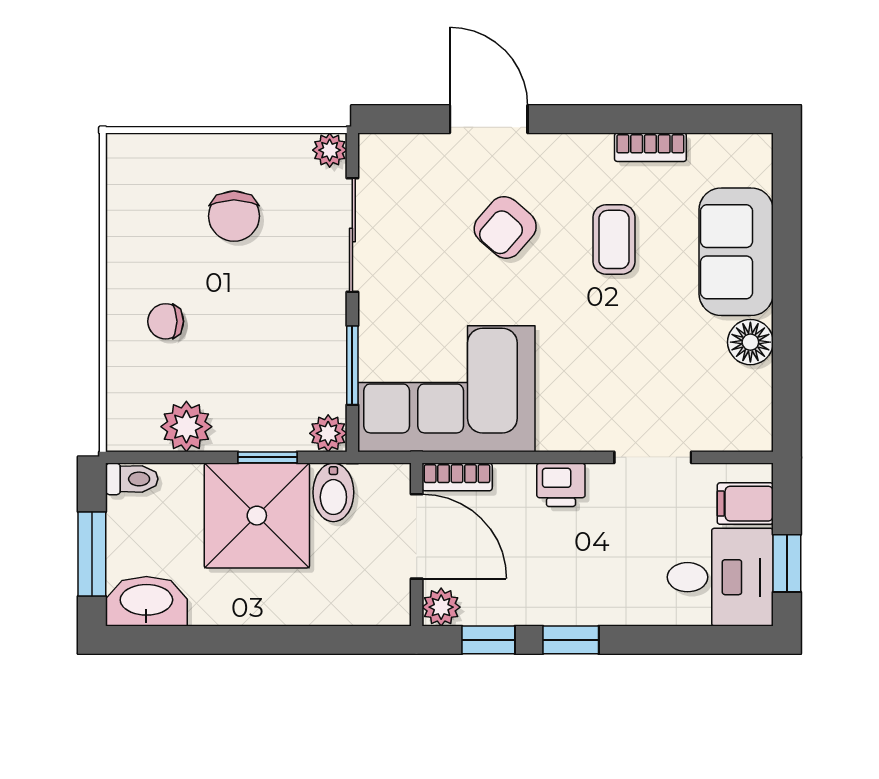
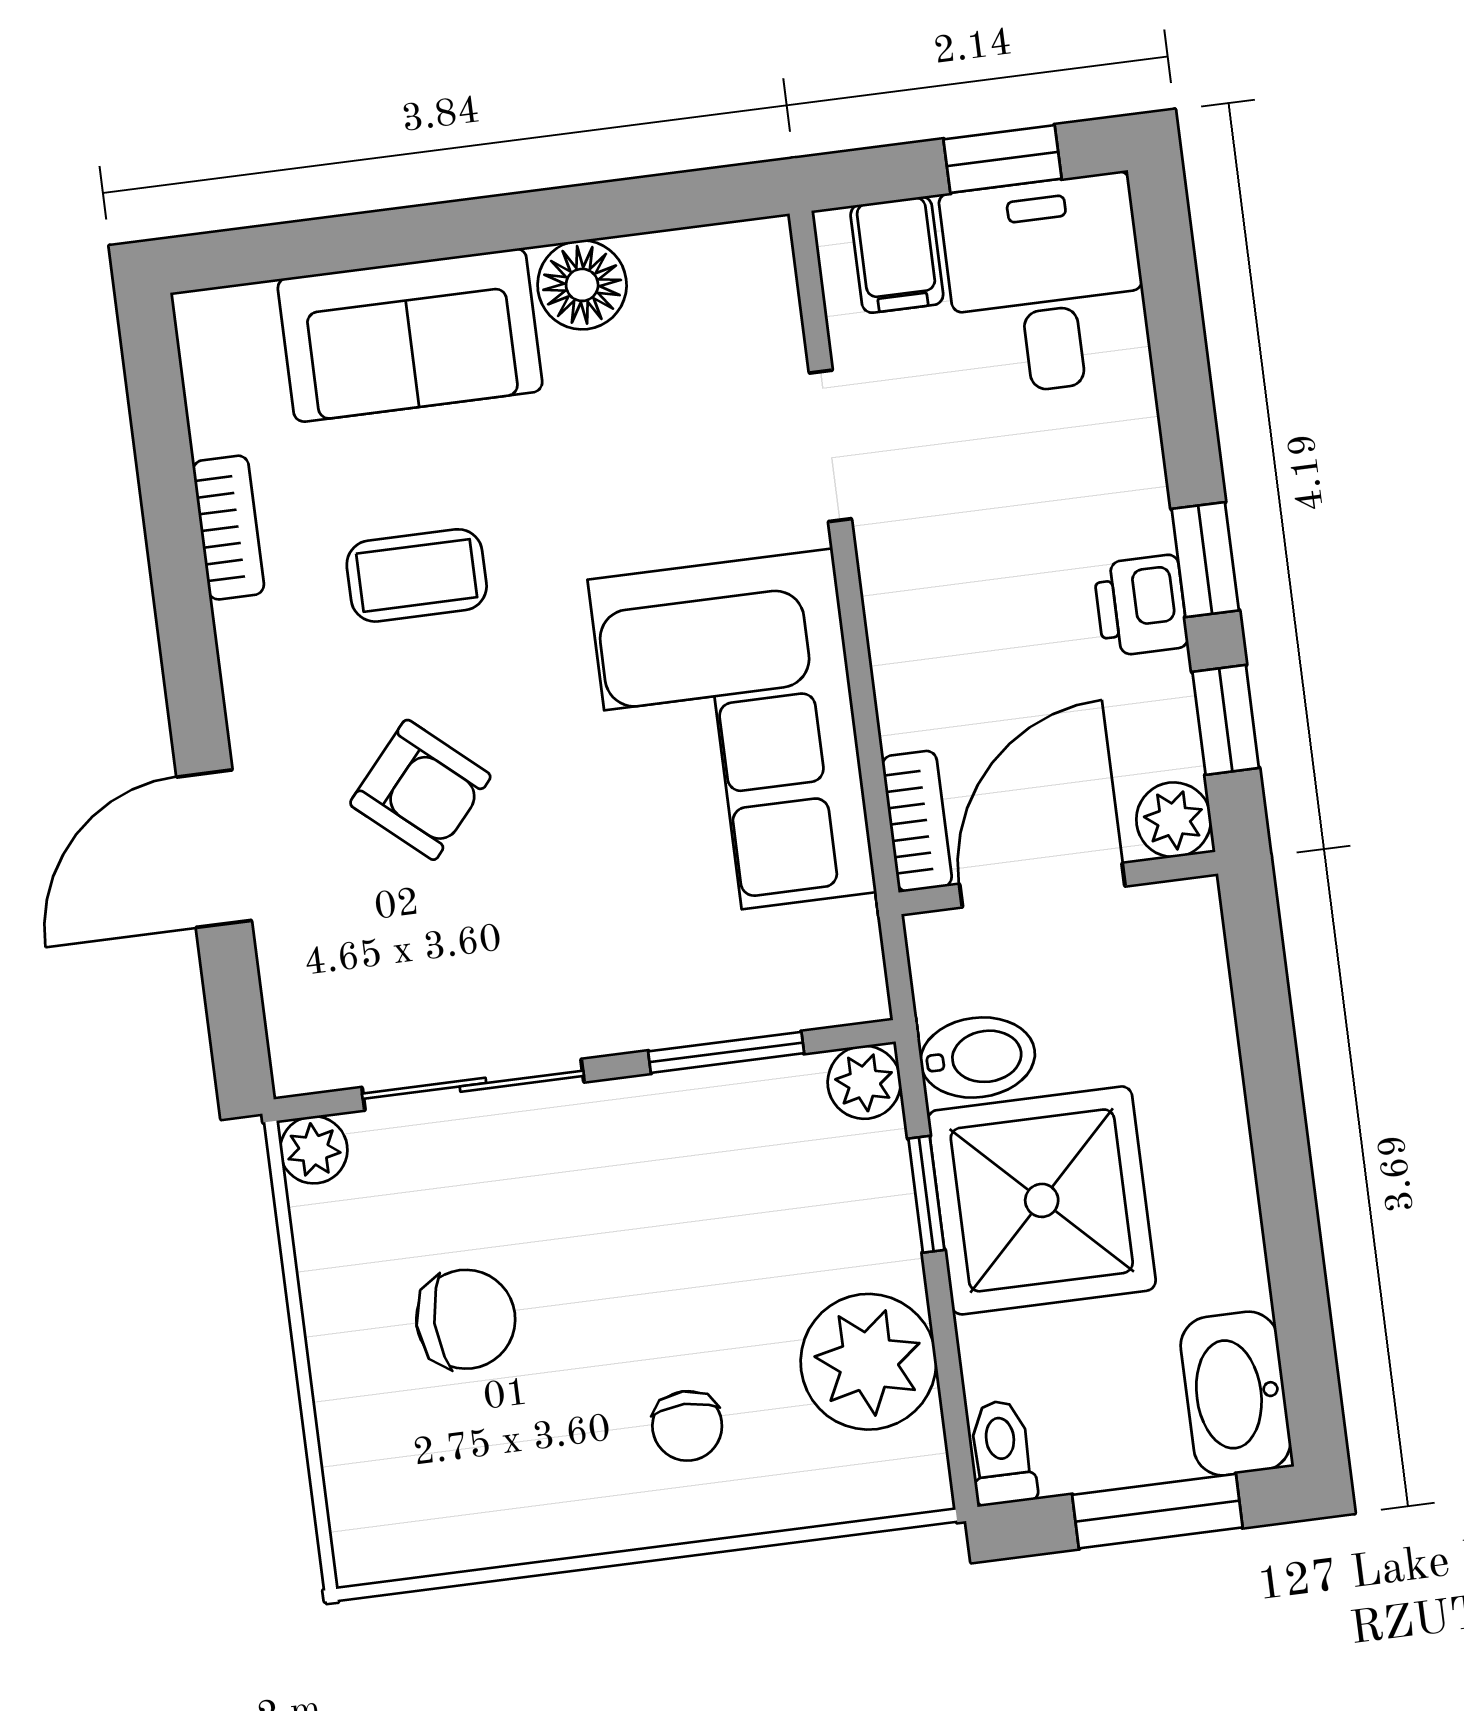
corner sofa: (446, 389) -> (732, 736), moved
plant: (186, 427) -> (868, 1362), width x1.36, depth x1.36
printer: (561, 485) -> (1141, 606), moved, turned 180

